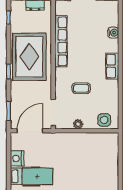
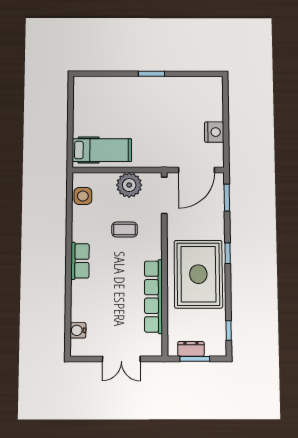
water cooler: (113, 33) -> (78, 330), moved
side table: (104, 120) -> (83, 196), moved
plant: (78, 124) -> (129, 185), width x1.88, depth x1.88
hospital bed: (31, 176) -> (102, 150), moved, turned 180

